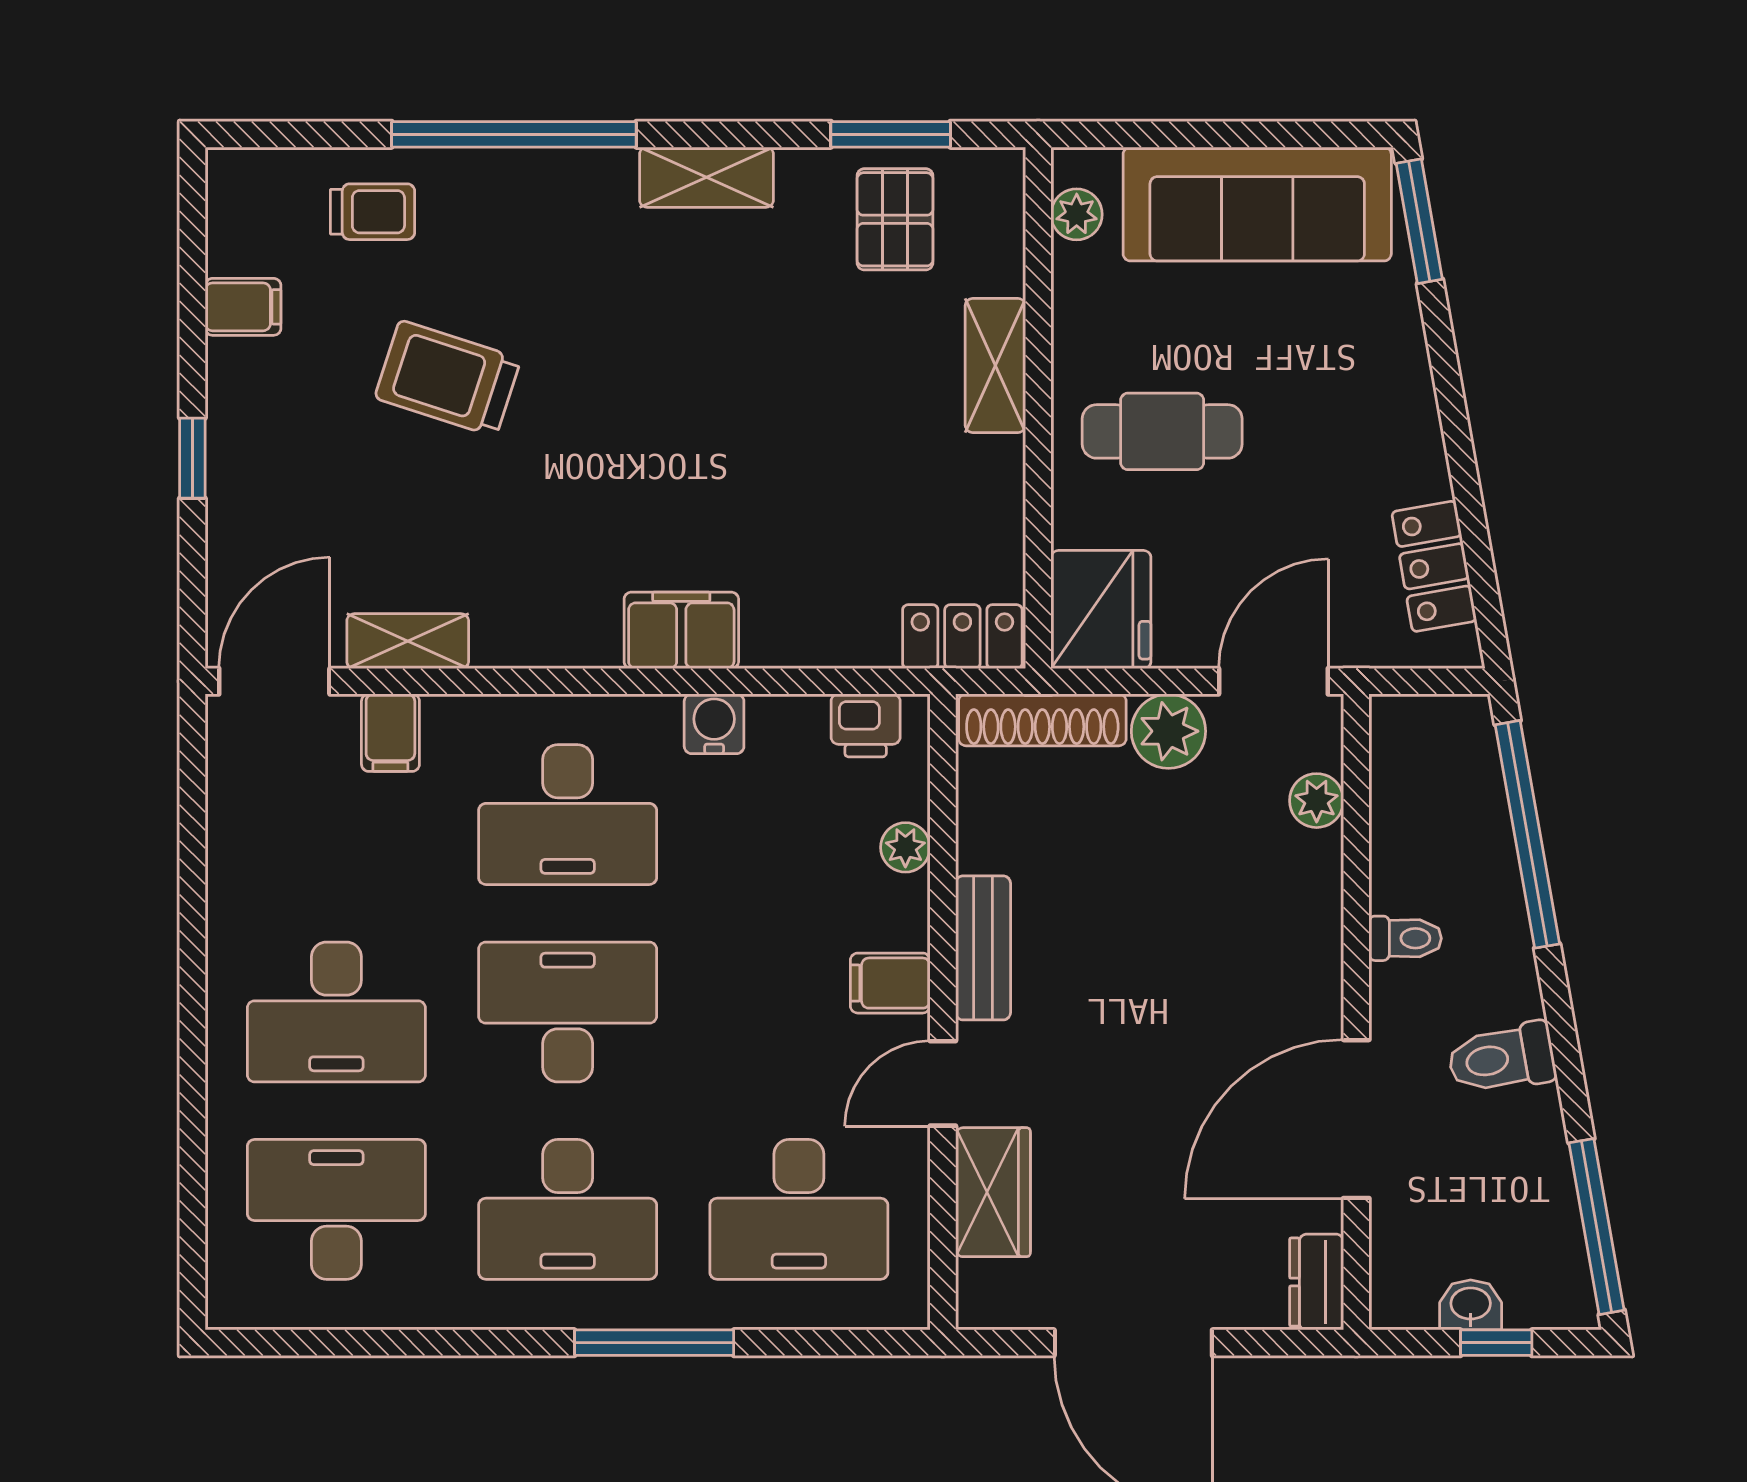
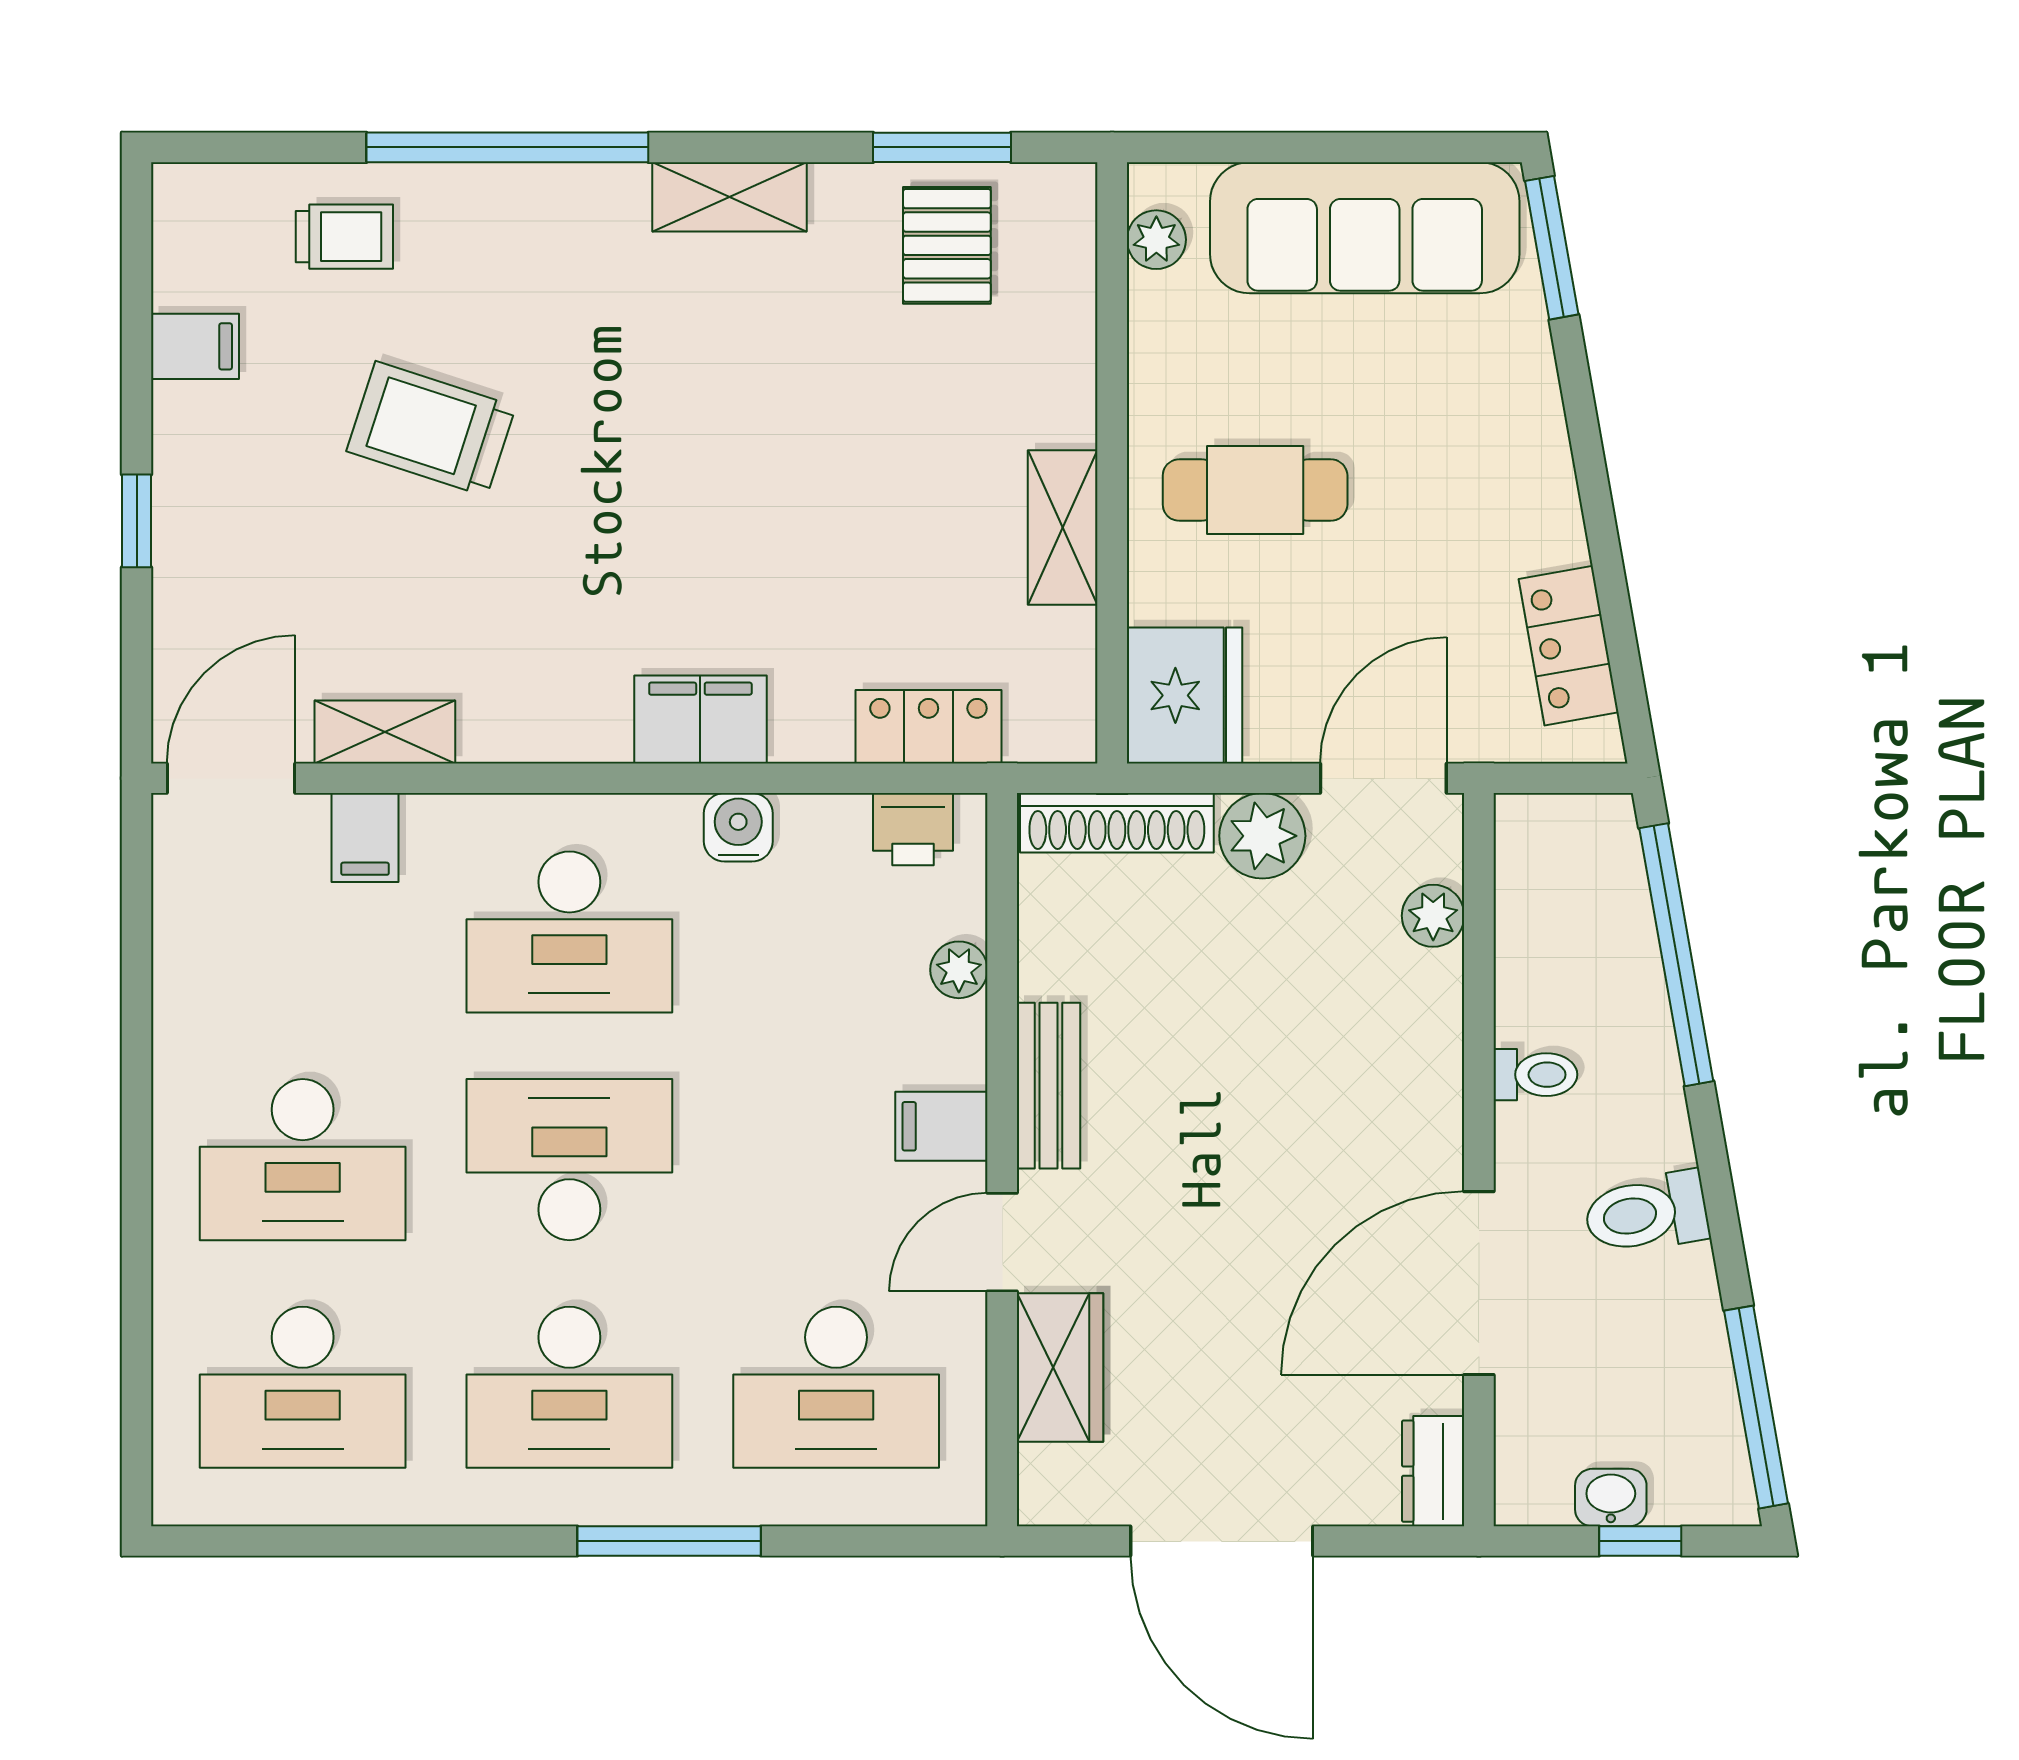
shelving: (995, 365) -> (1063, 528), moved
locker: (962, 637) -> (928, 727), moved
desk: (336, 1209) -> (303, 1387), turned 180

